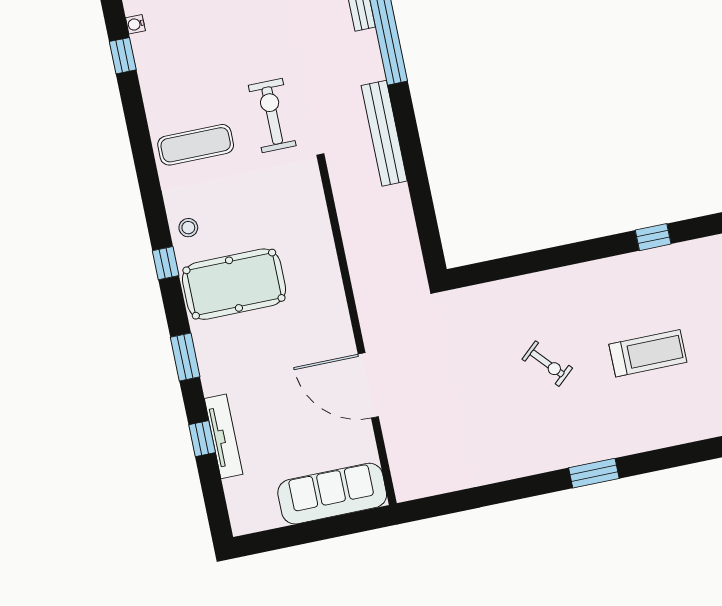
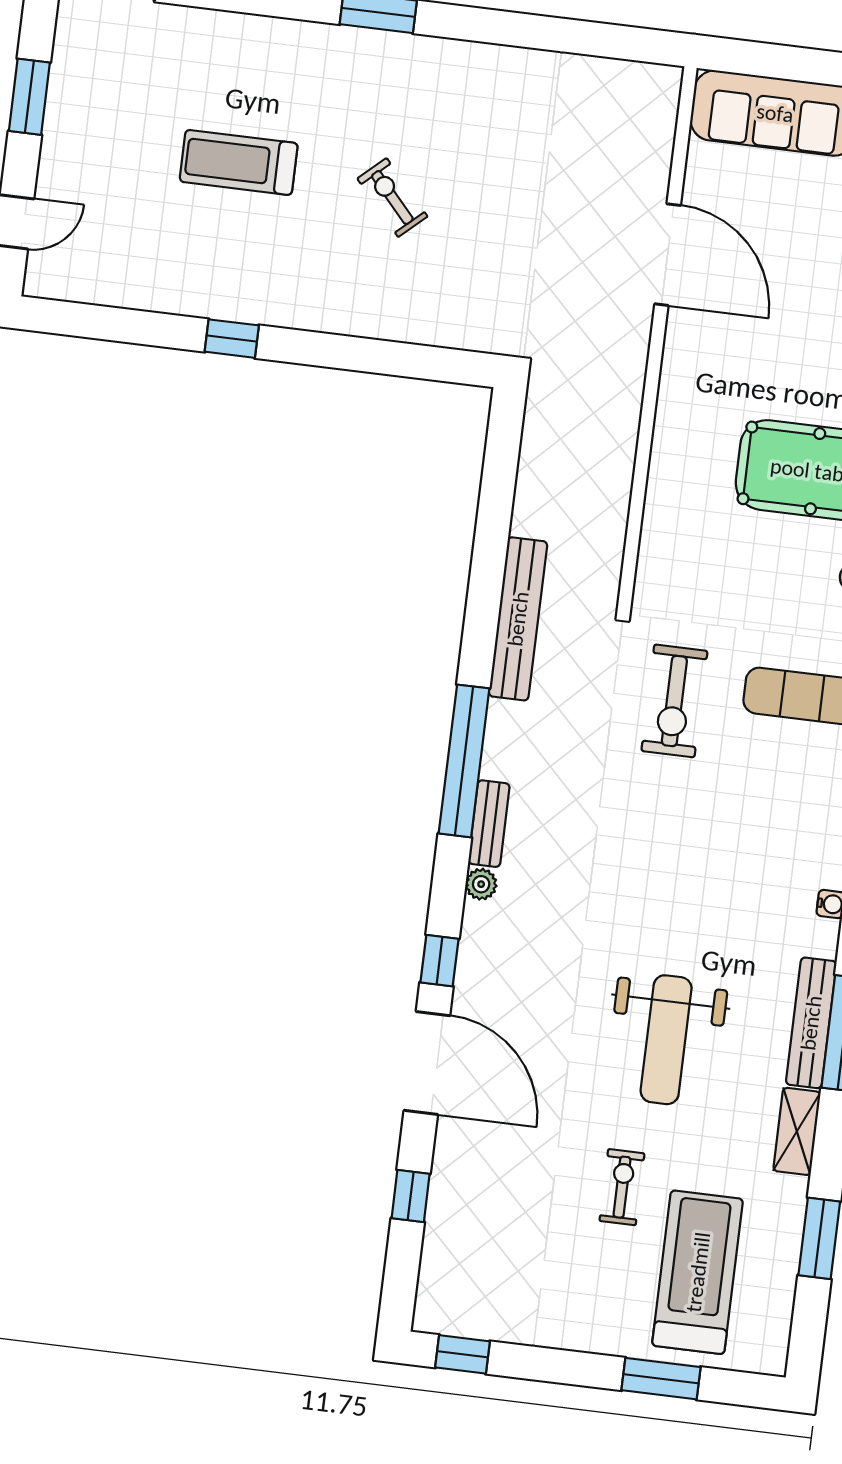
window: (653, 237) -> (232, 339), moved

